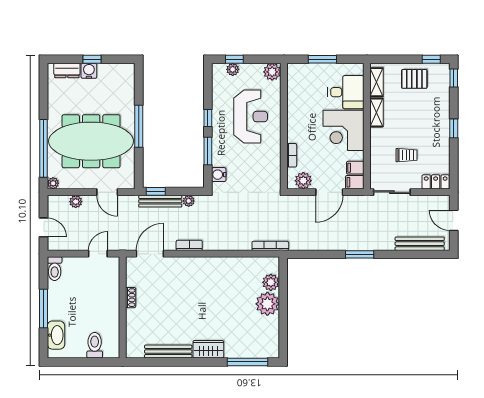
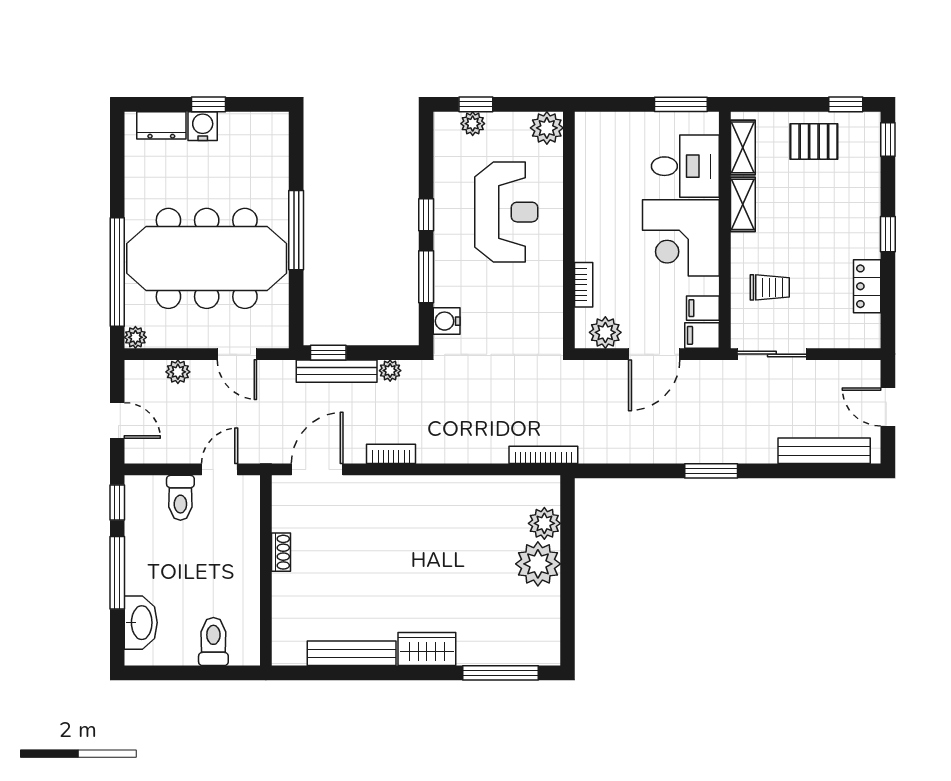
window: (322, 59) -> (681, 104), moved
trolley: (407, 155) -> (770, 287), moved
locker: (436, 182) -> (867, 286), moved, turned -90
toilet: (55, 269) -> (180, 498), moved
window: (43, 271) -> (117, 503), added

